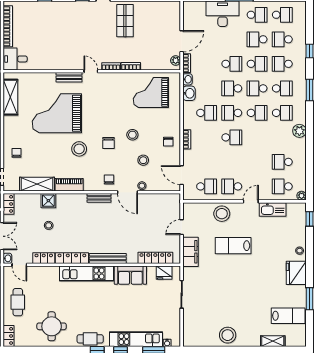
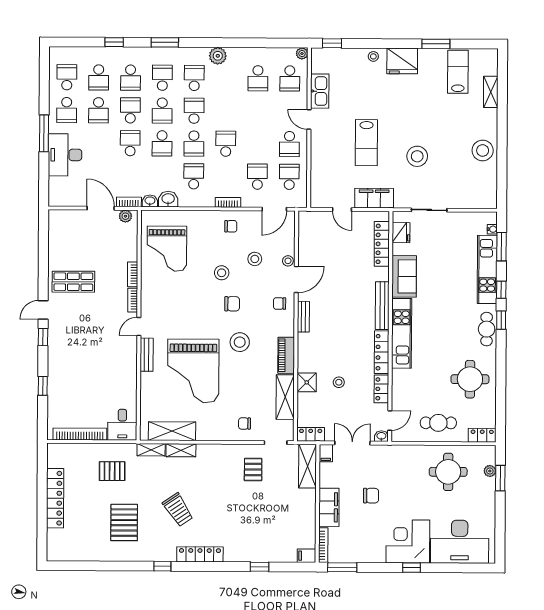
school desk: (257, 15) -> (67, 110), turned 180
school desk: (207, 162) -> (257, 177), added
stool: (222, 214) -> (417, 156), moved

